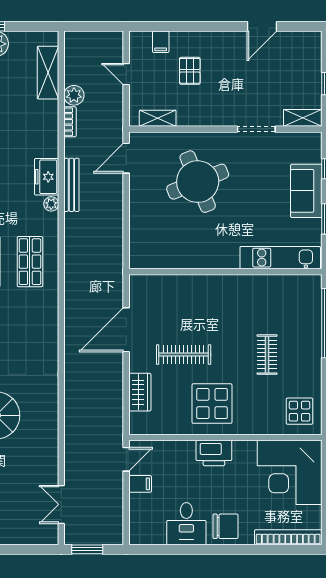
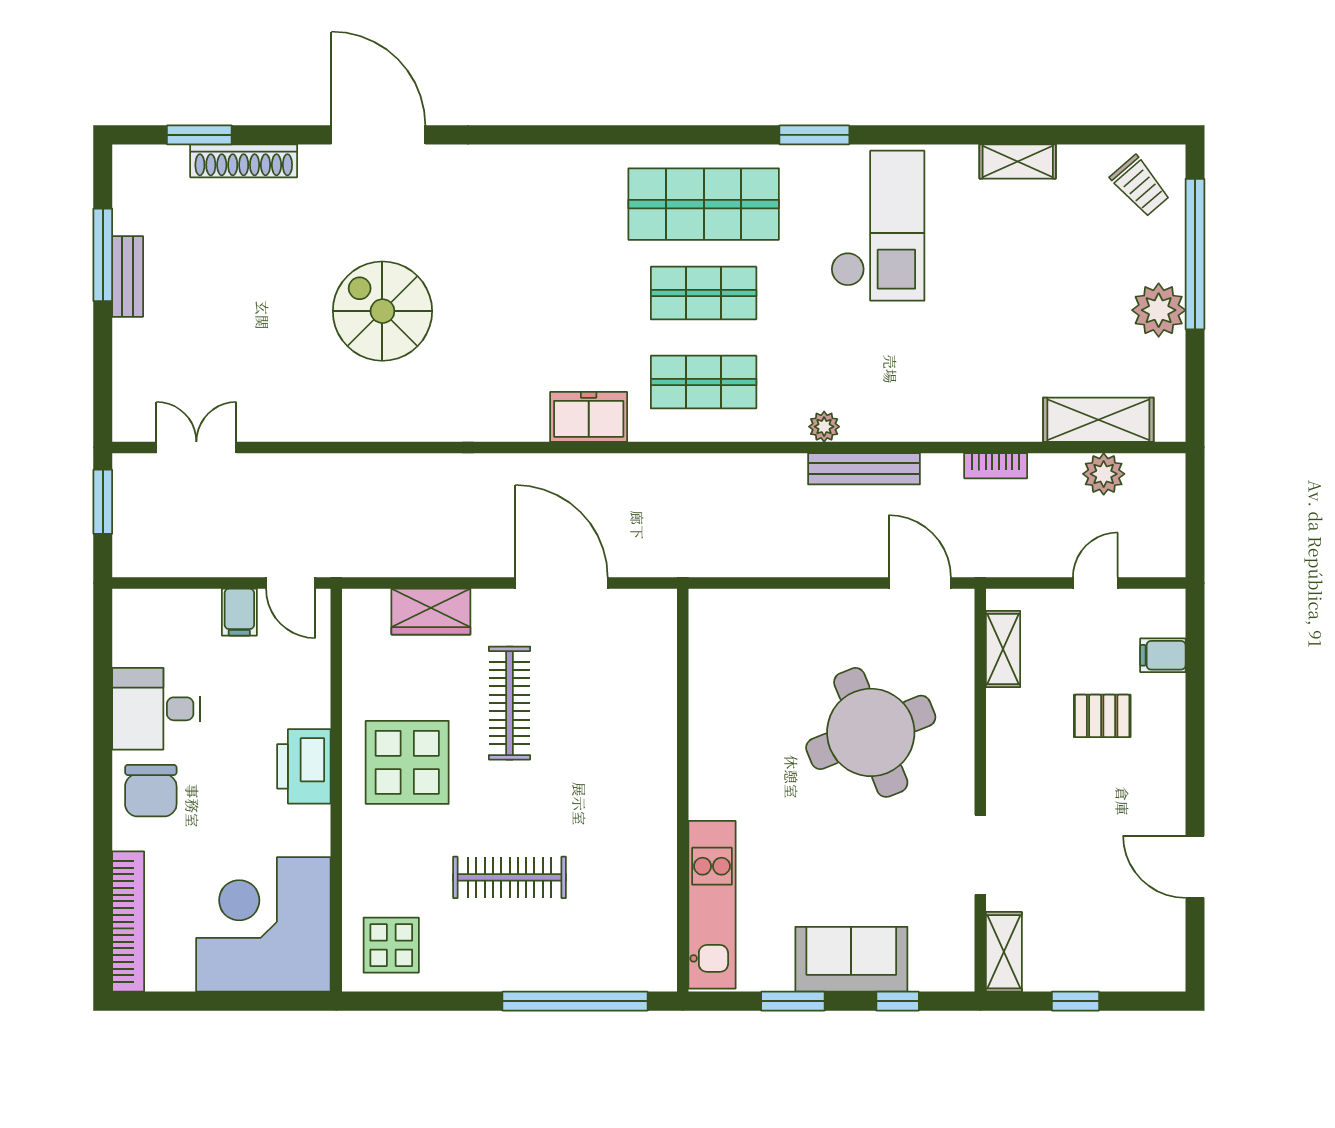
plant: (74, 95) -> (1104, 474), moved
freezer: (47, 177) -> (589, 417), moved
clothes rail: (267, 355) -> (510, 877), width x1.36

